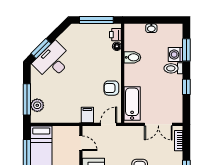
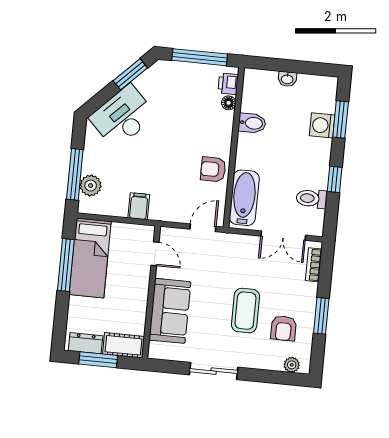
window: (41, 49) -> (130, 74), moved
toilet: (173, 68) -> (312, 199), moved
filing cabinet: (87, 115) -> (139, 206), moved

